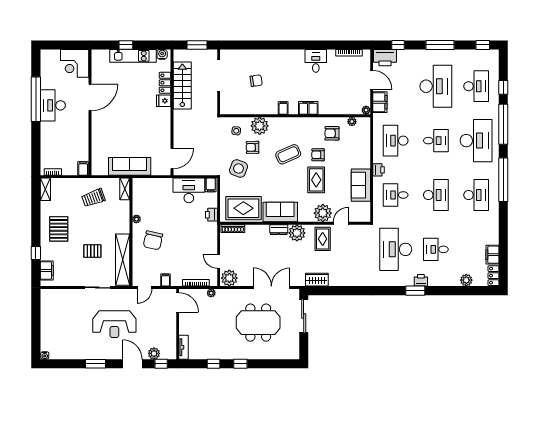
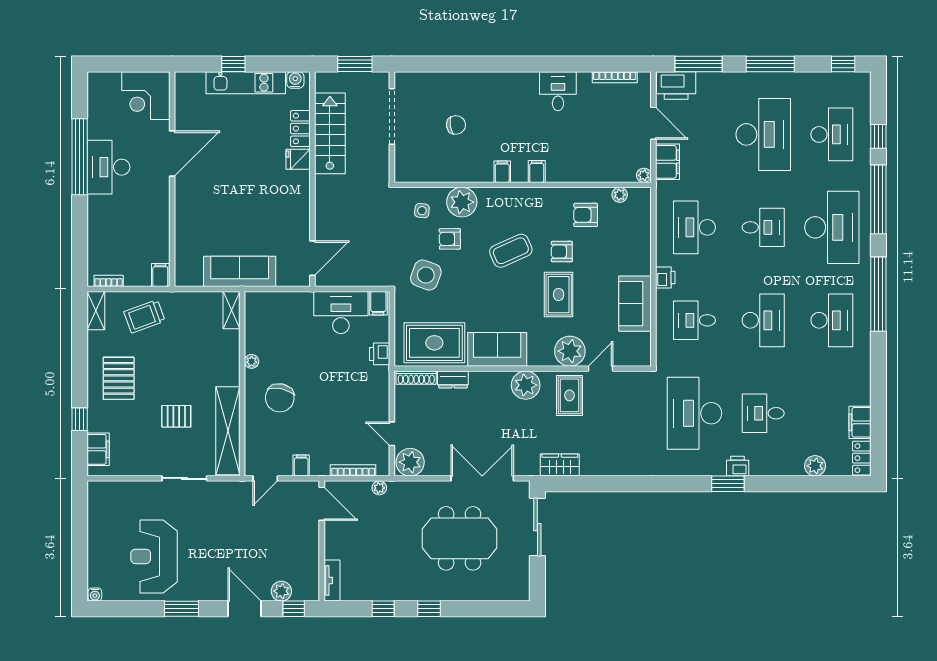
window: (398, 45) -> (699, 64), width x2.17
filing cabinet: (308, 108) -> (537, 171), width x0.50
trolley: (93, 198) -> (144, 316), moved
dresser: (279, 230) -> (453, 379), moved
reception desk: (114, 324) -> (154, 556), moved, turned 90

